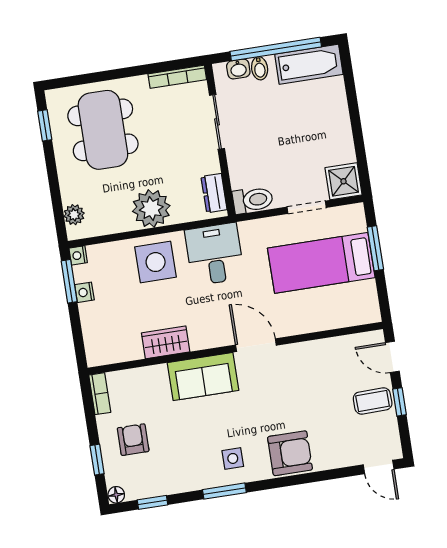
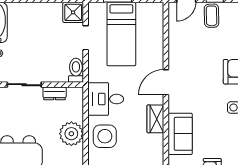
dresser: (214, 193) -> (55, 93), moved
wardrobe: (166, 342) -> (155, 119), moved
sofa: (203, 377) -> (180, 134), moved

